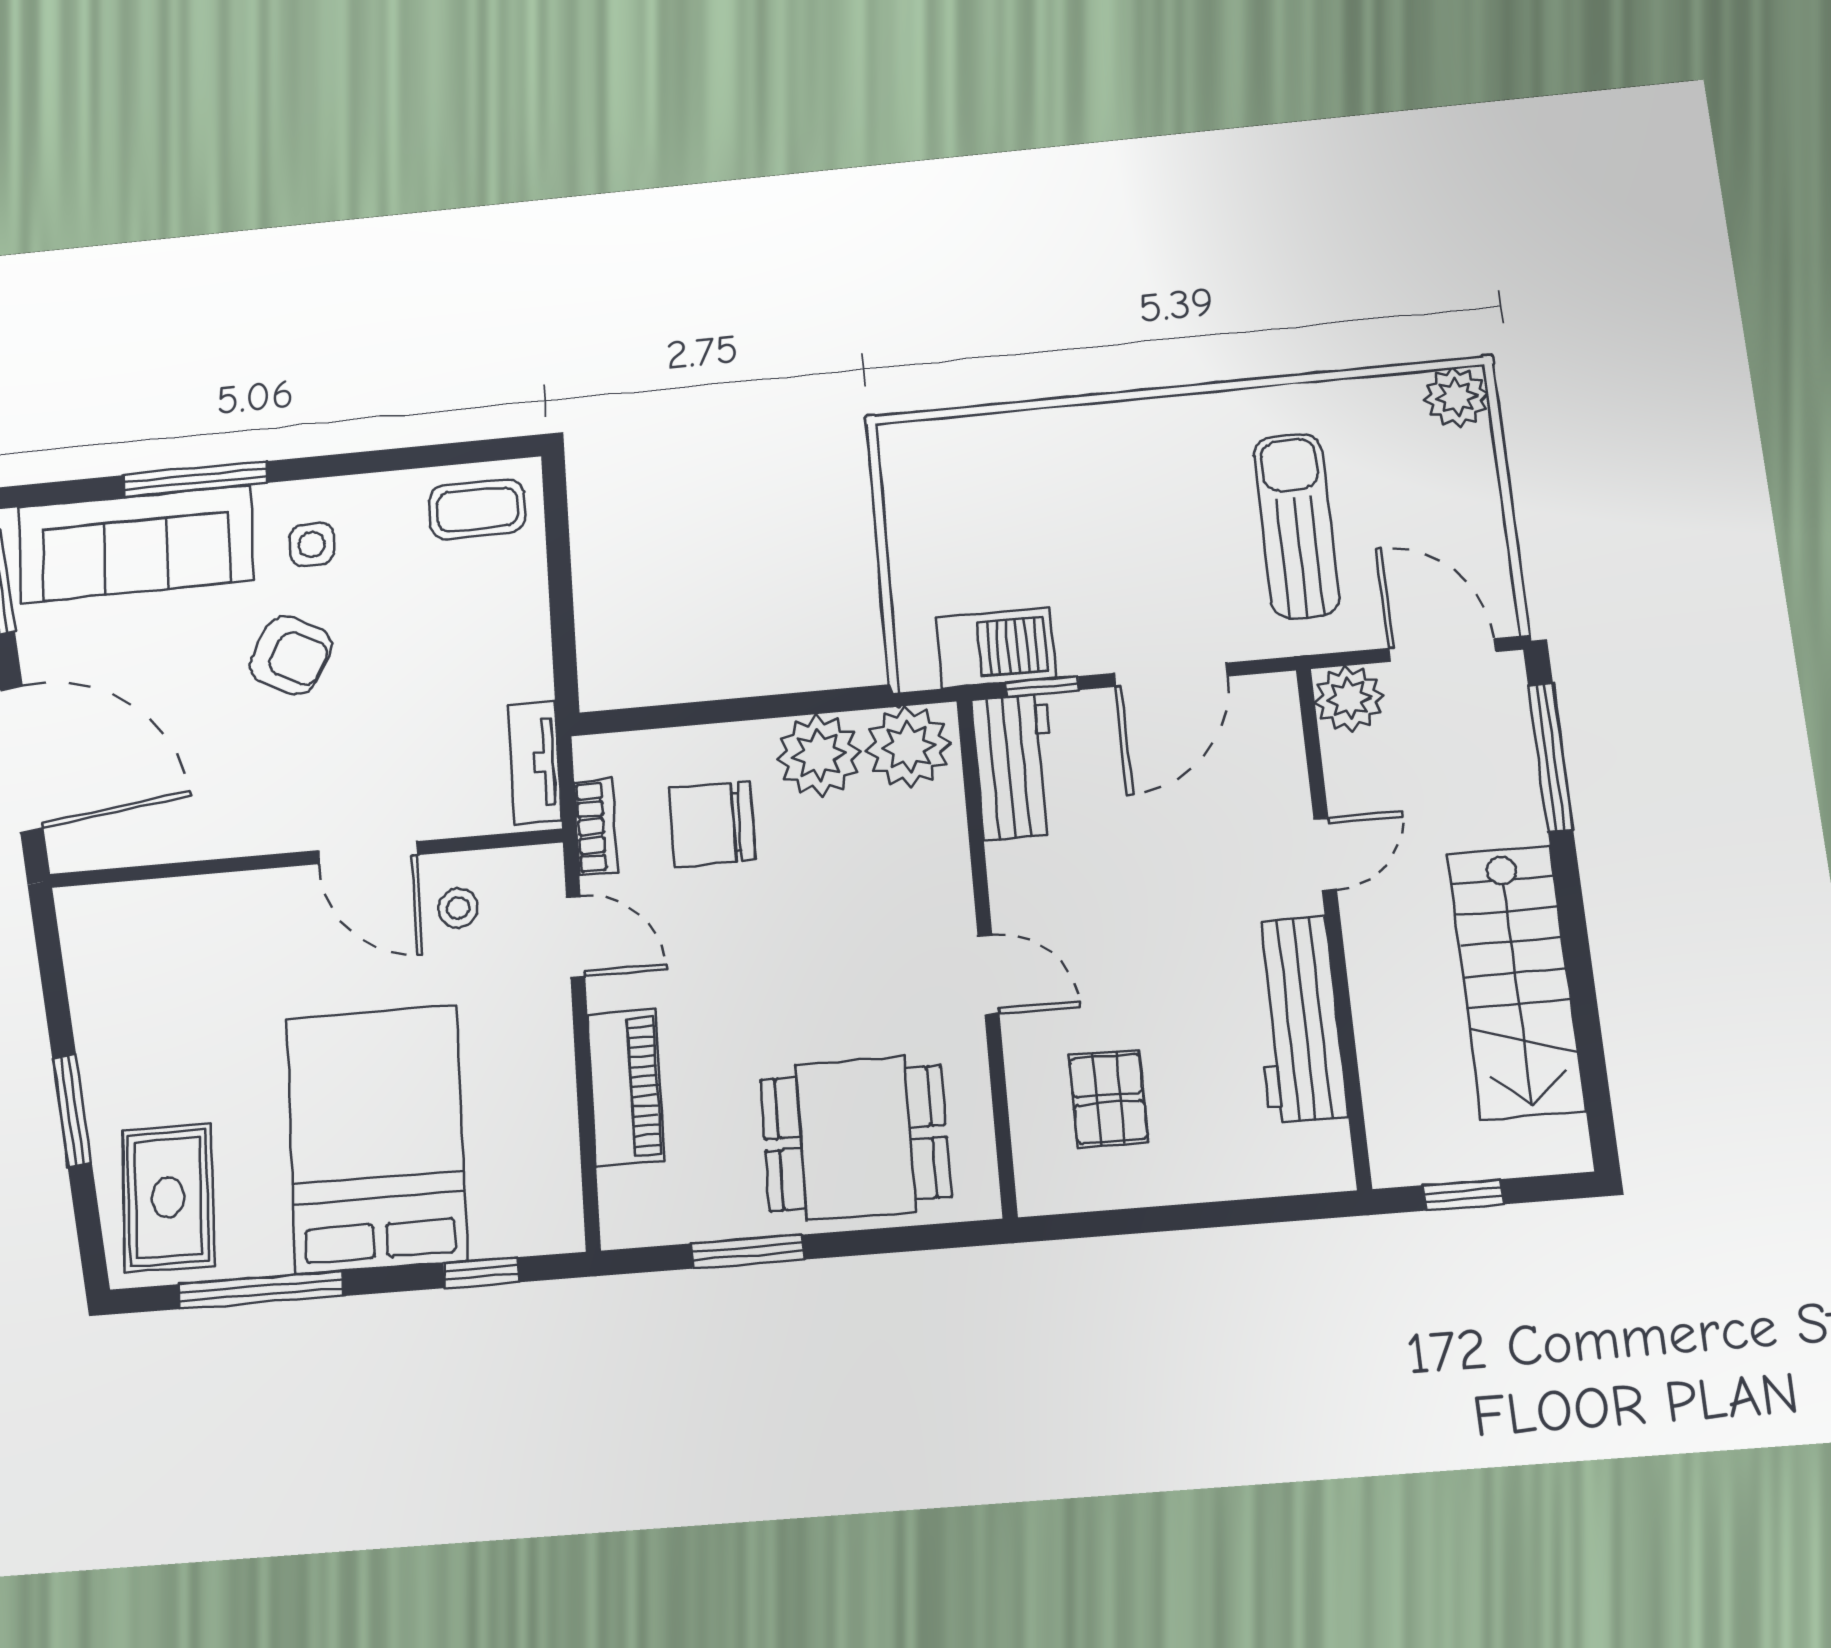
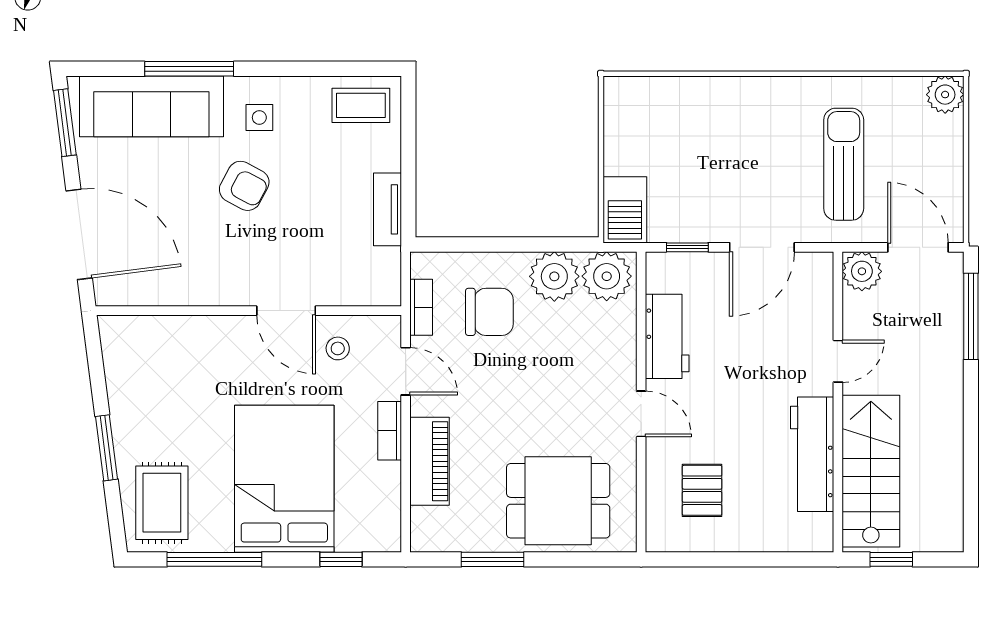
barbecue: (996, 648) -> (625, 210), moved, turned 90
tv unit: (535, 763) -> (387, 209), moved
workbench: (1015, 767) -> (667, 336), moved
chair: (712, 824) -> (489, 312), turned 180
stairs: (1516, 982) -> (871, 471), moved, turned 180
bookcase: (554, 1040) -> (390, 431), added

